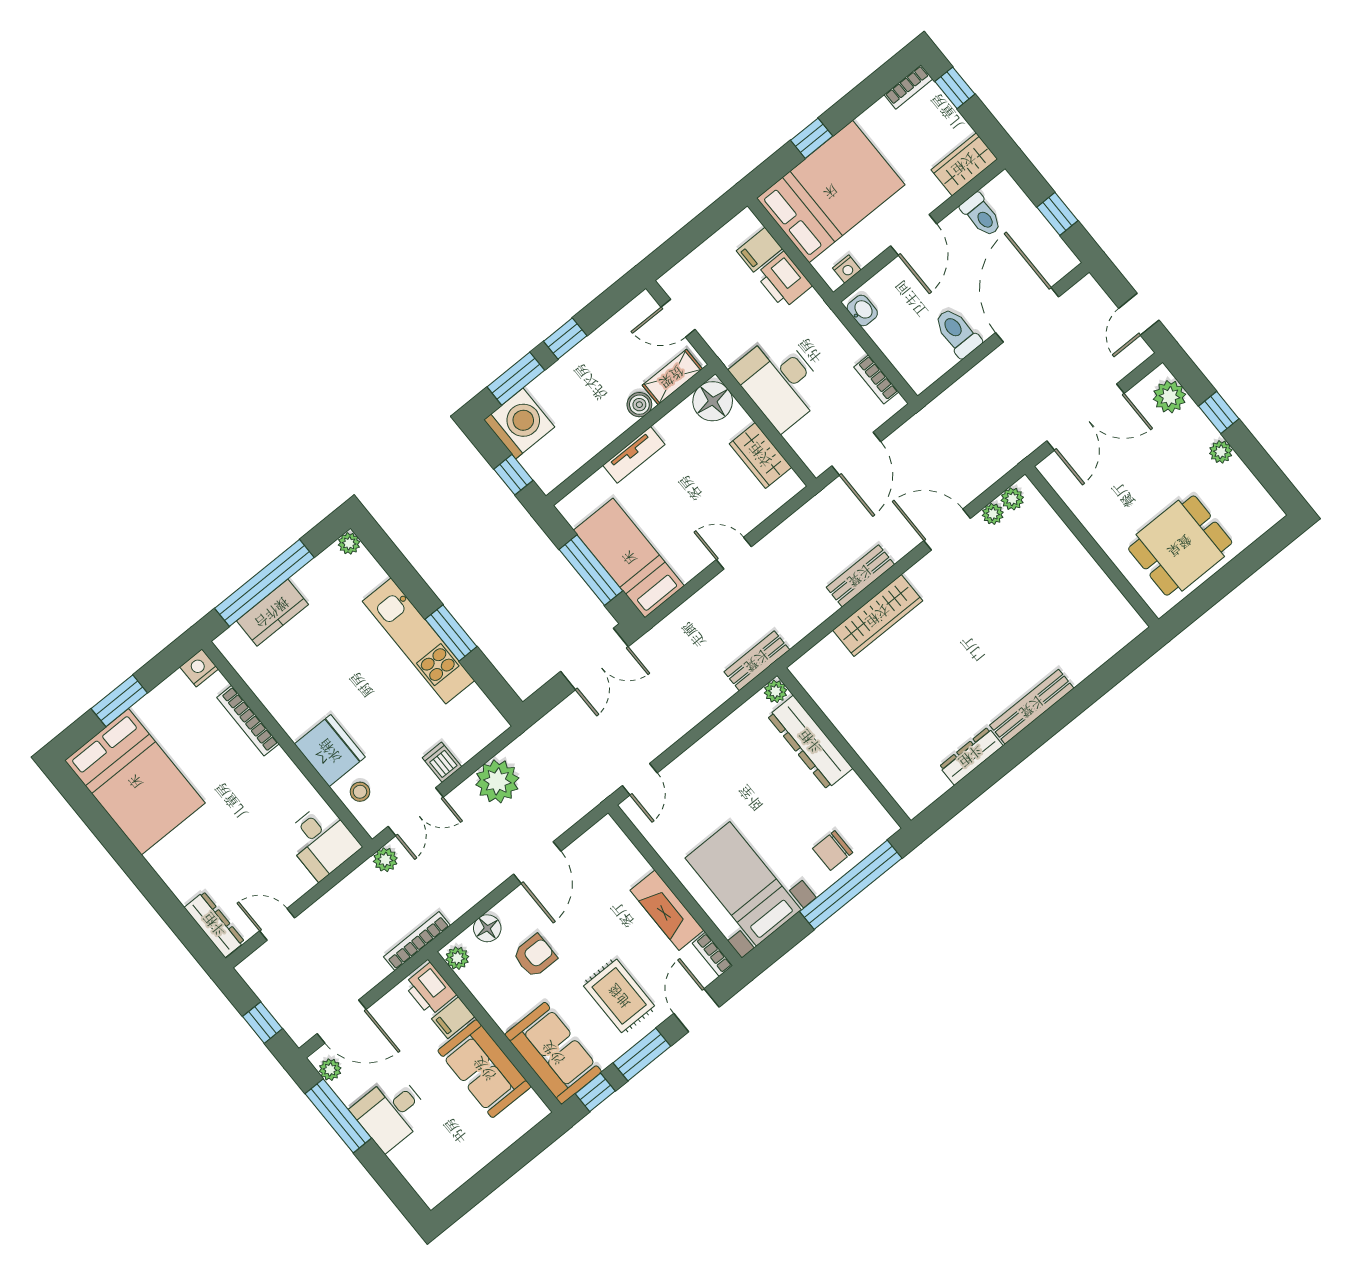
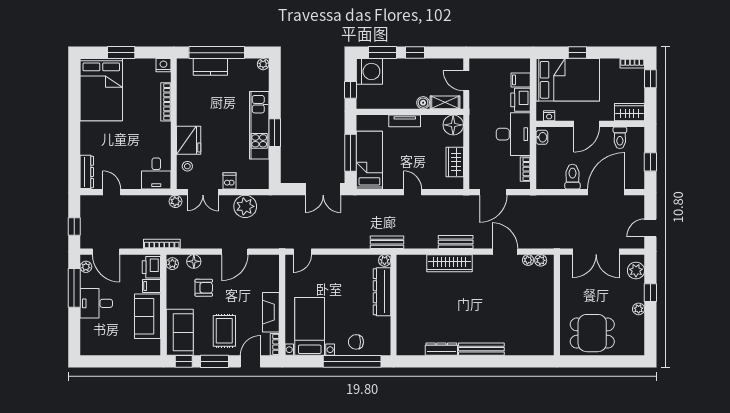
desk: (780, 382) -> (513, 134), moved, turned 180

